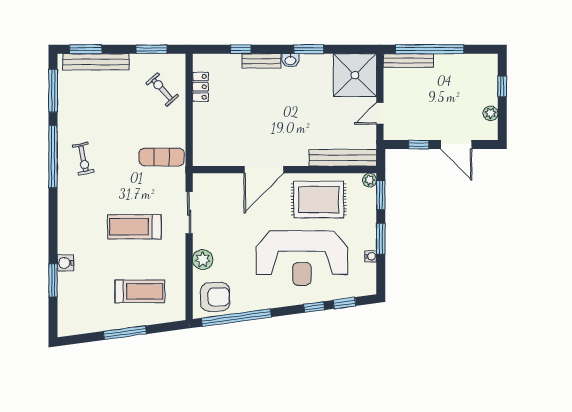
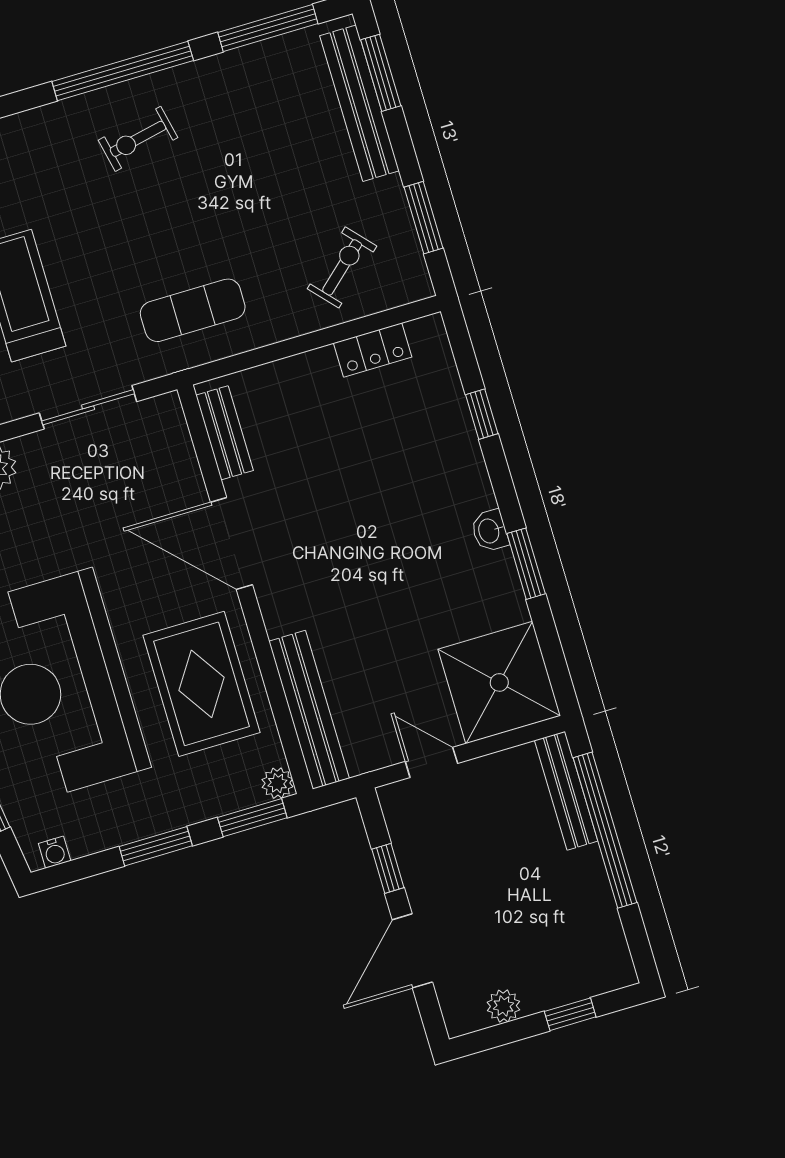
bench: (261, 61) -> (225, 433), moved
exercise mat: (162, 157) -> (193, 310), turned 90
water cooler: (371, 256) -> (55, 852), moved

